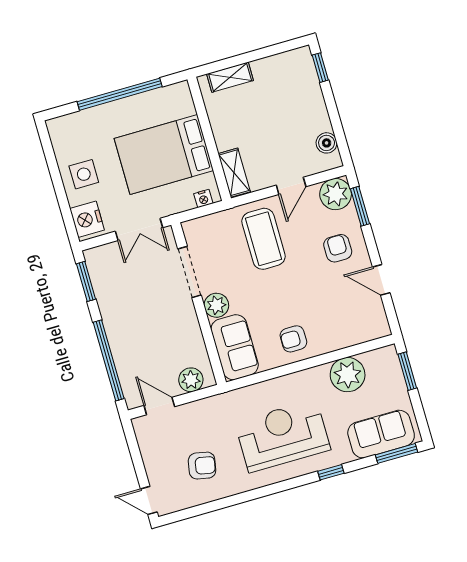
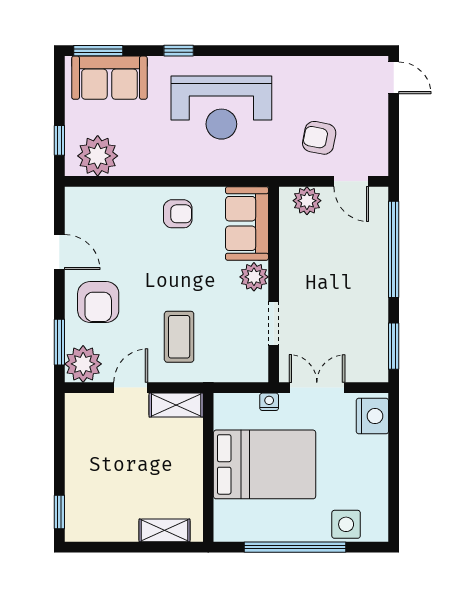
boiler: (327, 143) -> (77, 425), removed
shelving: (234, 173) -> (176, 405), moved, turned 90
side table: (84, 174) -> (346, 524), moved
nightstand: (203, 199) -> (269, 402), moved
coffee table: (264, 239) -> (179, 337), width x0.73, depth x0.76
armchair: (338, 248) -> (98, 302), width x1.38, depth x1.38
doorway: (190, 272) -> (274, 323), width x0.73
window: (407, 371) -> (59, 140), width x0.67
plant: (348, 375) -> (98, 156), moved
armchair: (202, 466) -> (319, 138), moved

